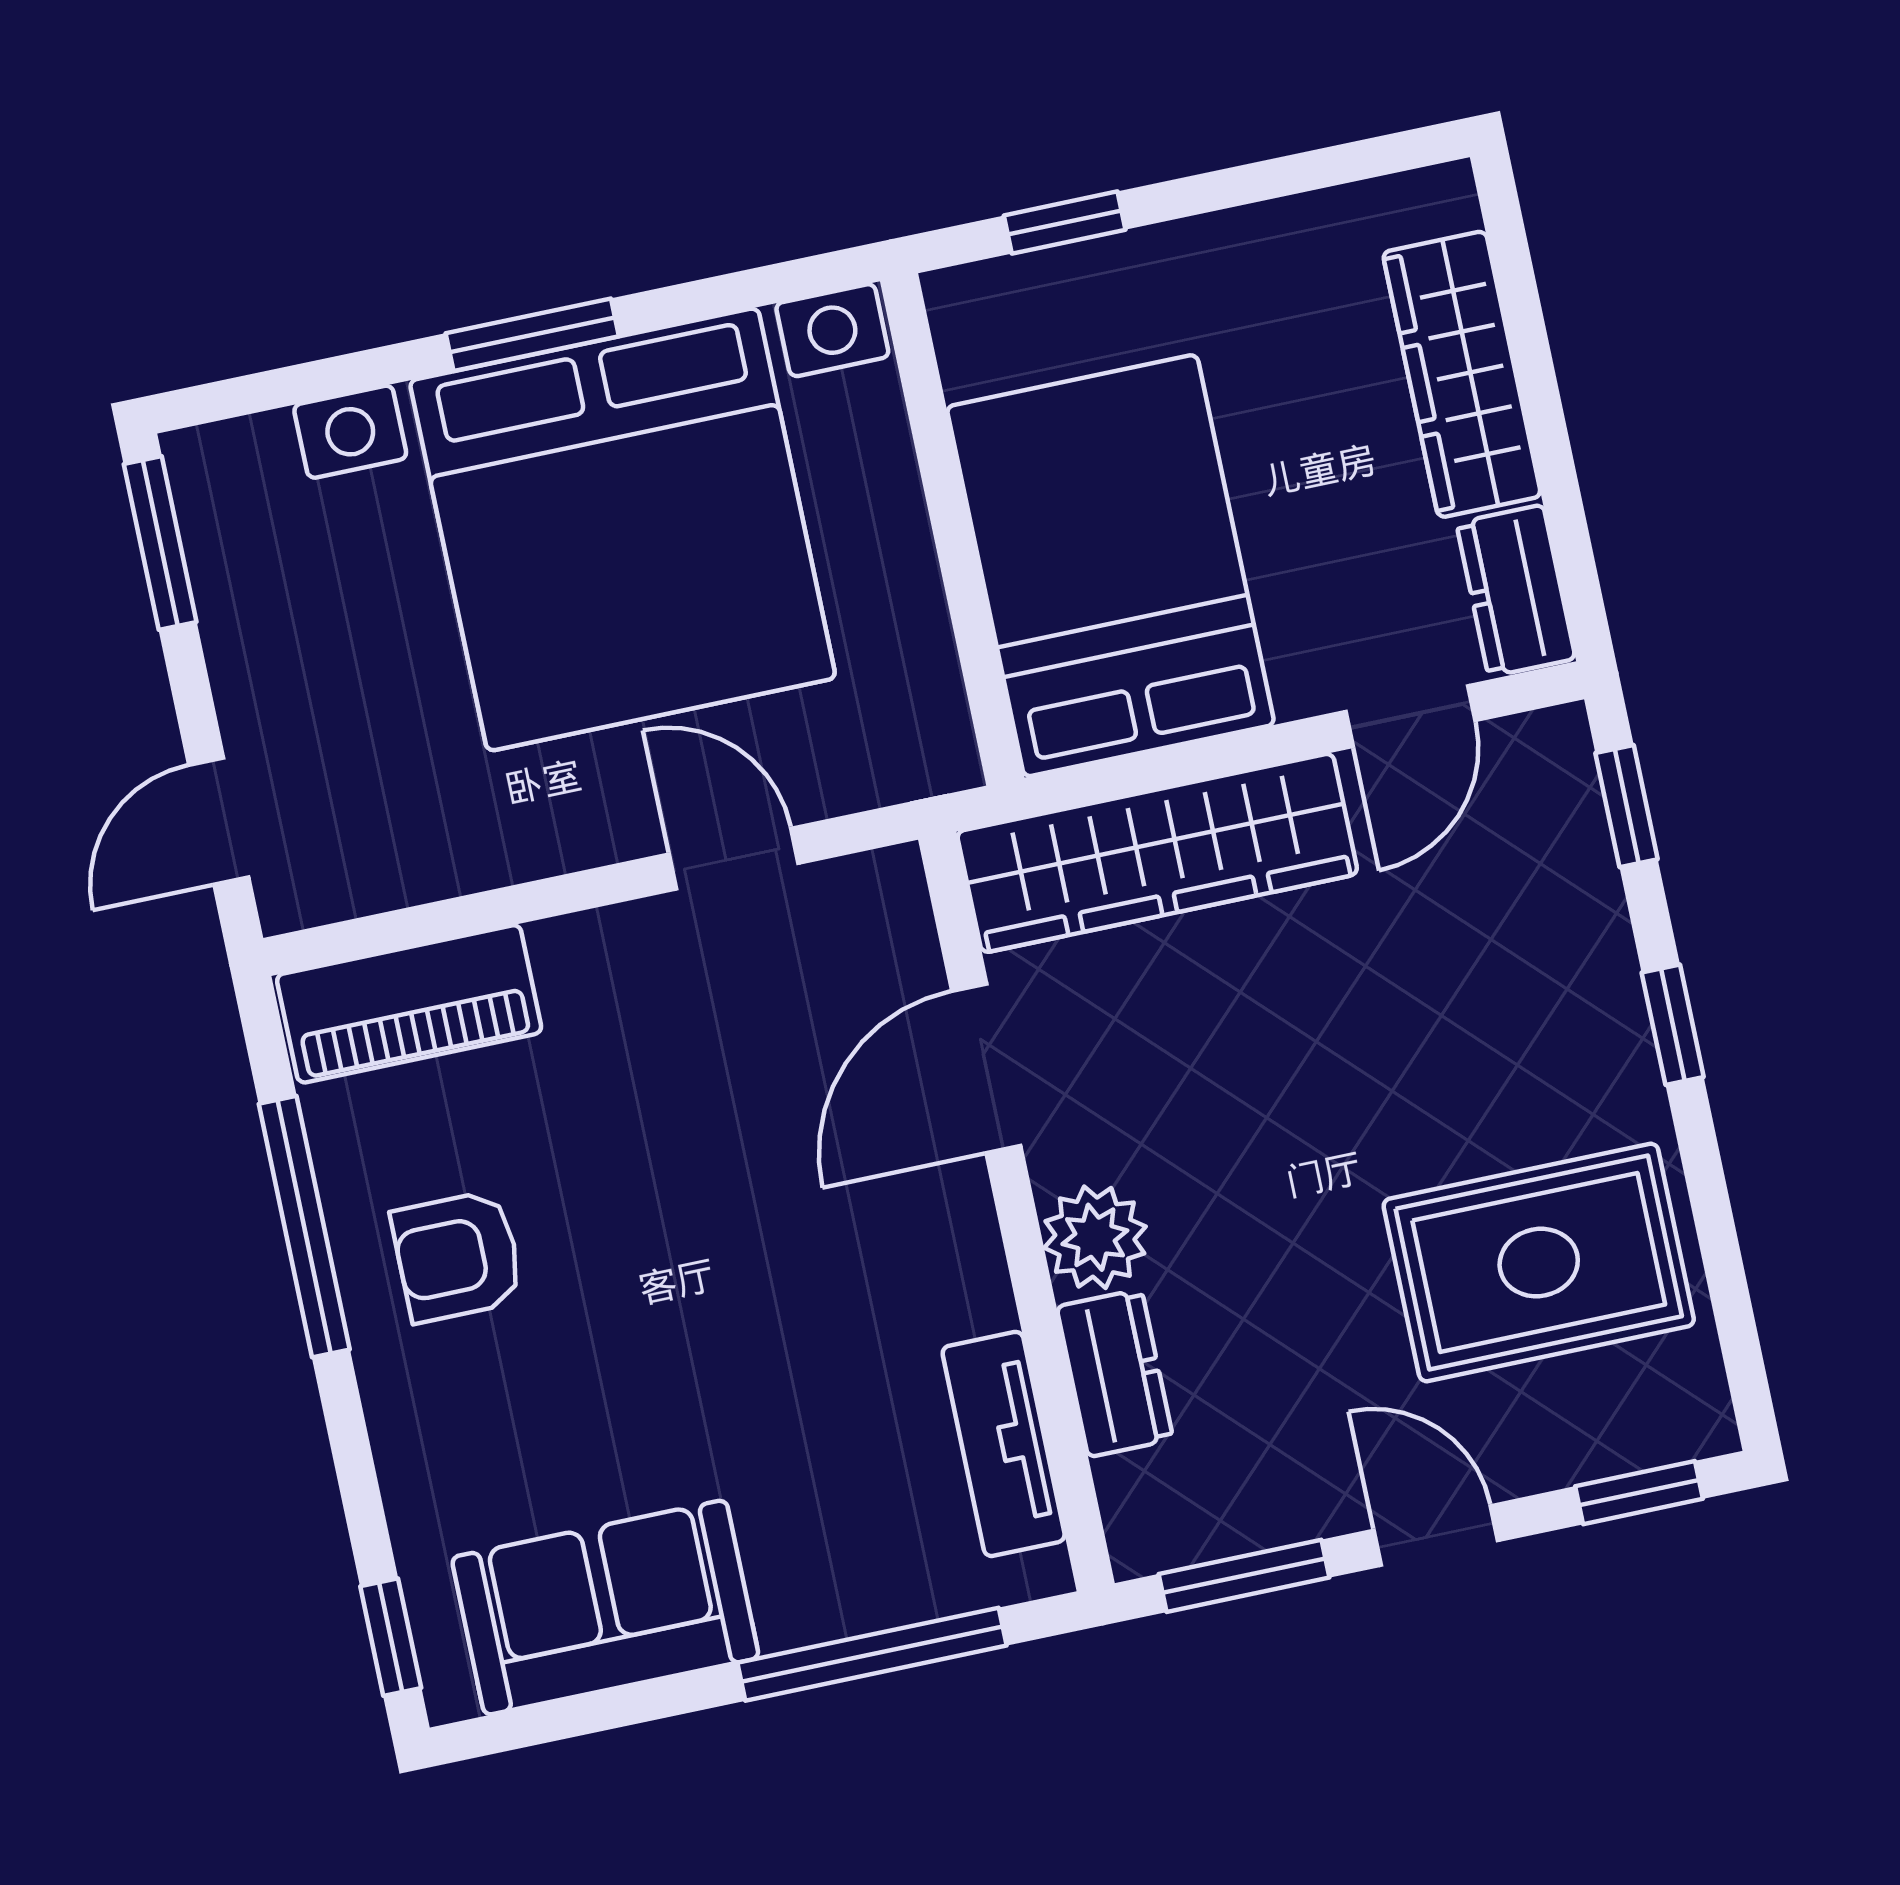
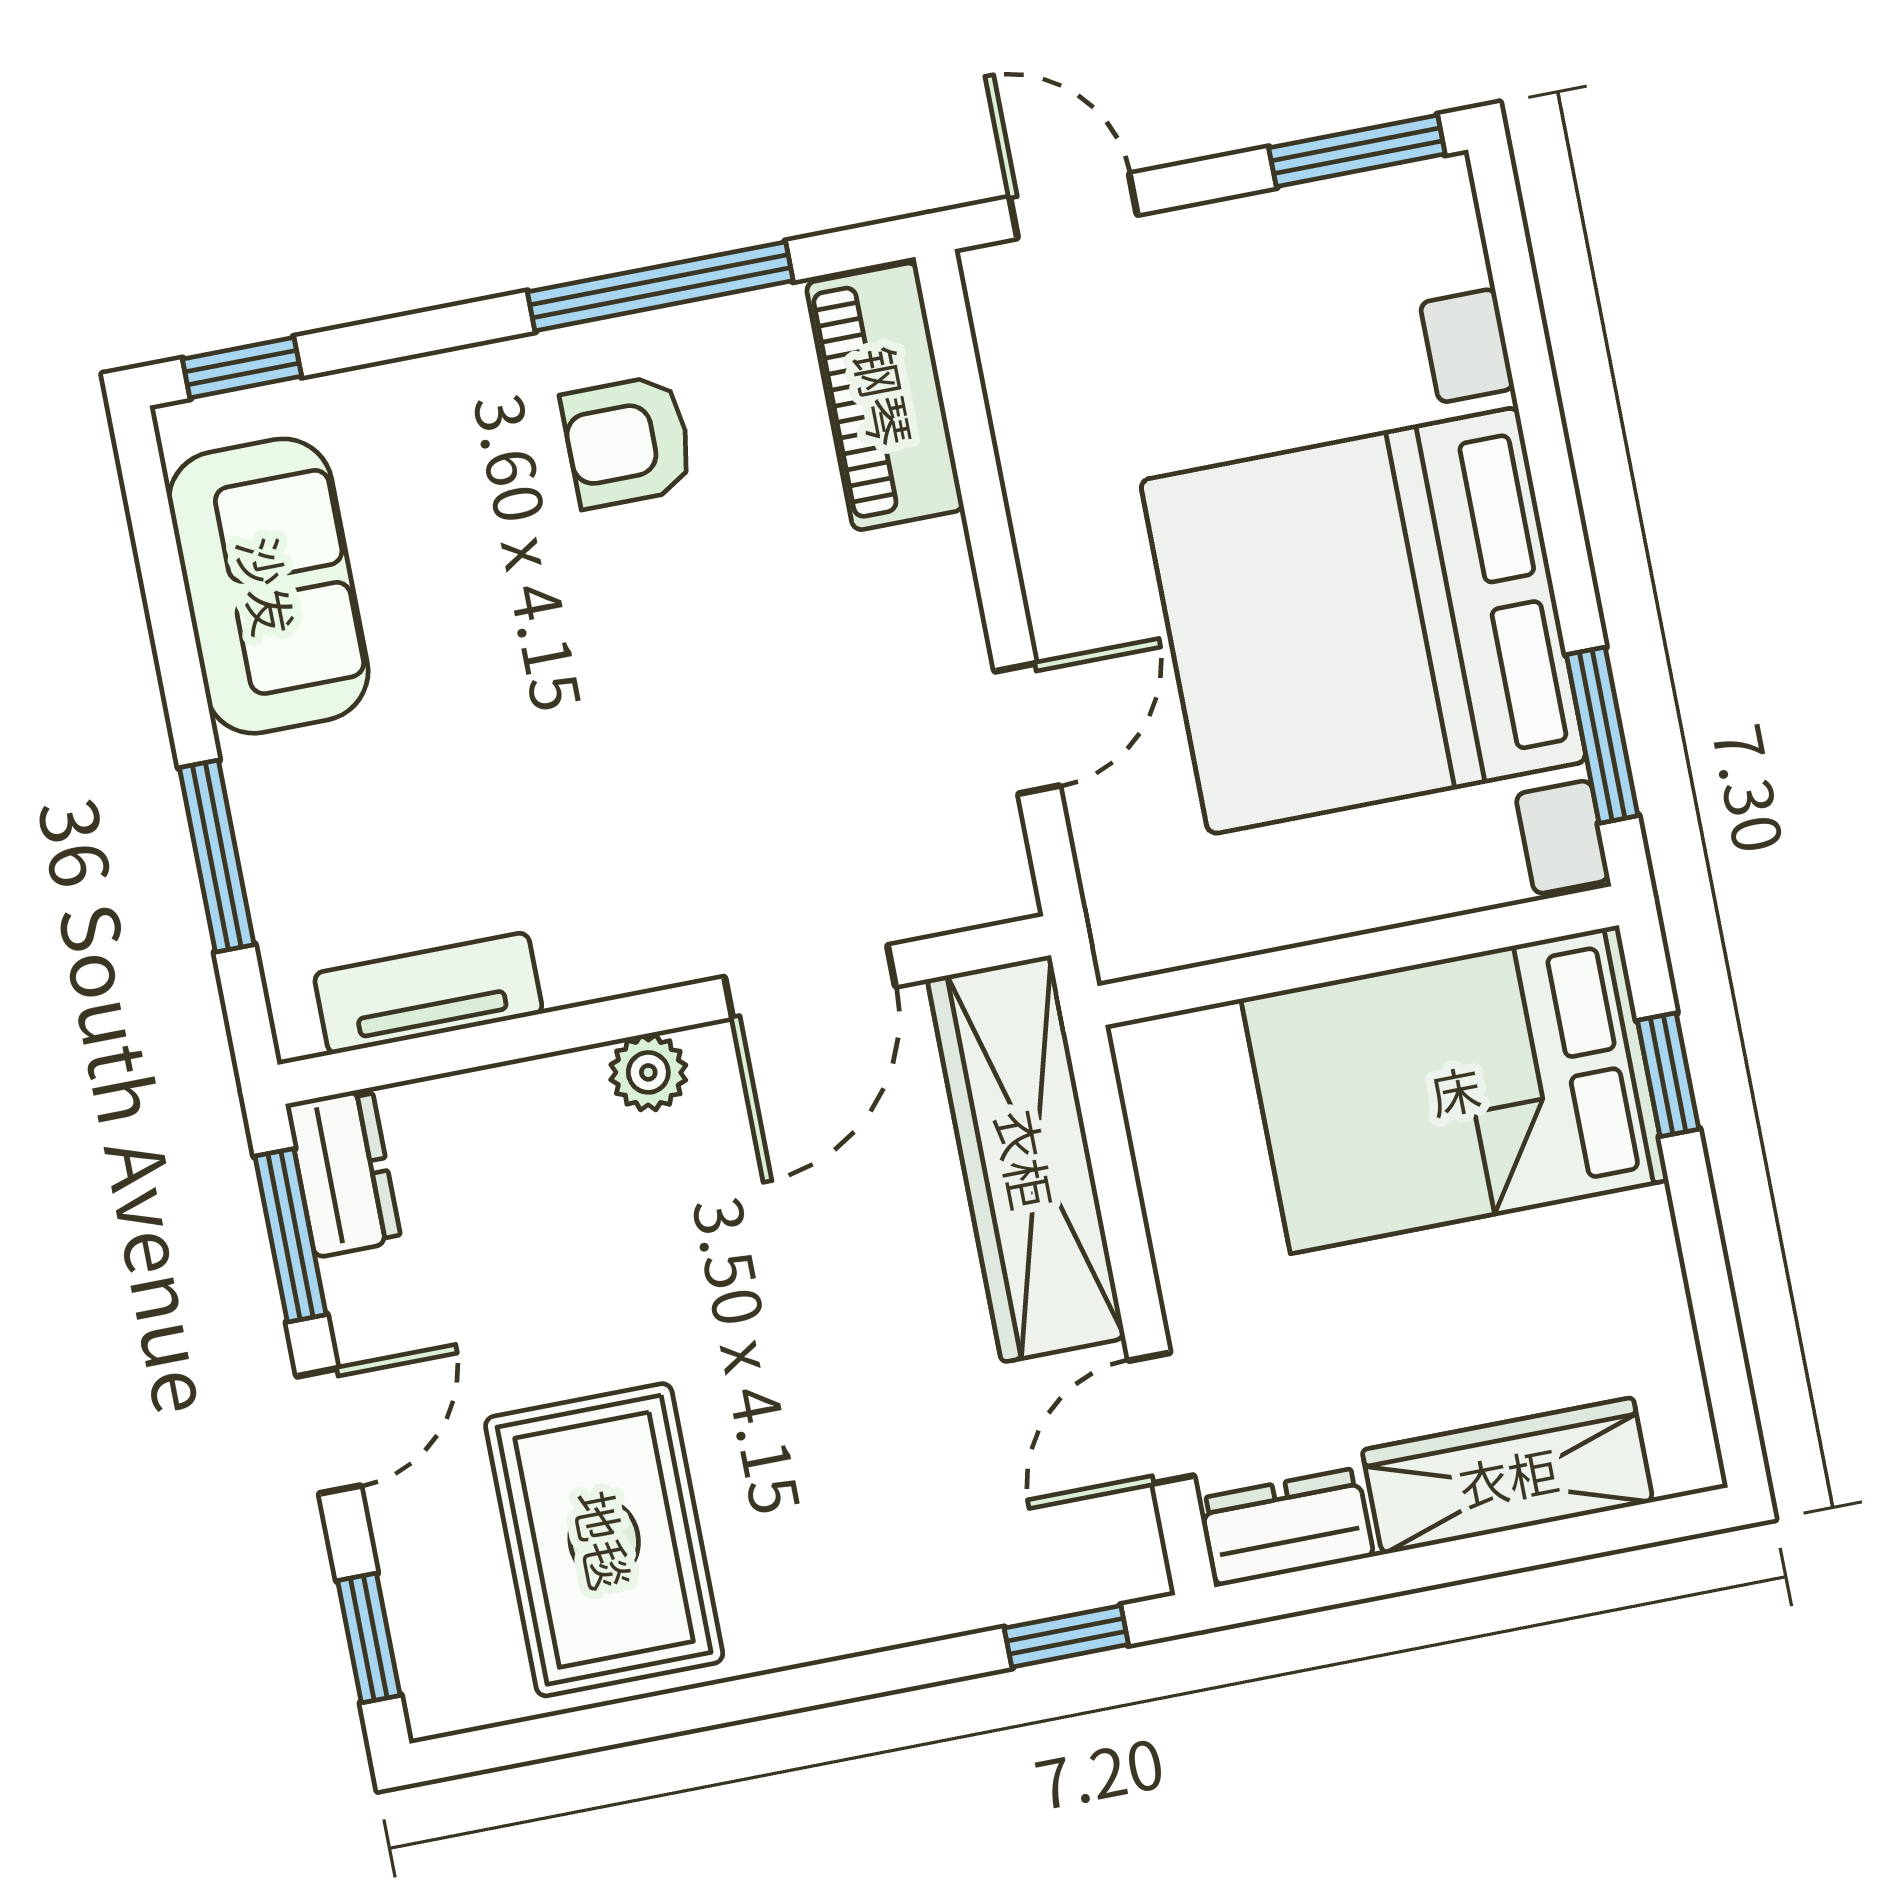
window: (532, 335) -> (1602, 735), moved
bed: (1111, 566) -> (1455, 1089), moved, turned 180
door: (1410, 716) -> (1161, 1418), hinge flipped
window: (1673, 1025) -> (843, 1680), removed
door: (986, 1069) -> (810, 982), swing flipped
plant: (1095, 1237) -> (648, 1072), width x0.73, depth x0.73
armchair: (457, 1256) -> (628, 441), turned -90
dresser: (1115, 1373) -> (343, 1172), moved, turned -90
window: (872, 1654) -> (217, 856), width x0.69

